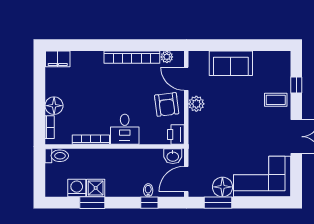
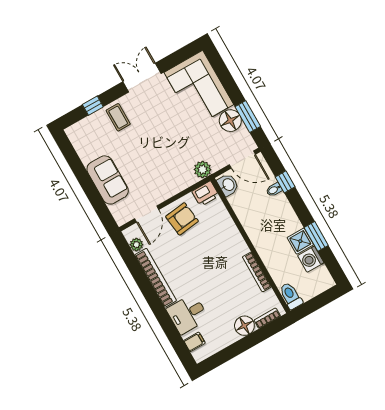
filing cabinet: (58, 59) -> (194, 342), width x0.50
plant: (196, 104) -> (203, 170), moved
desk: (125, 129) -> (188, 314), moved, turned 180

